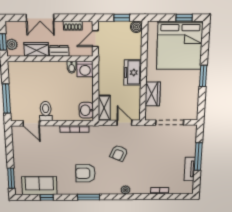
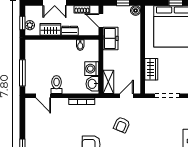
door: (95, 39) -> (101, 20), hinge flipped
washing machine: (85, 69) -> (92, 69), moved, turned 90
freezer: (133, 73) -> (110, 38), moved, turned 180
door: (124, 123) -> (127, 96), hinge flipped

